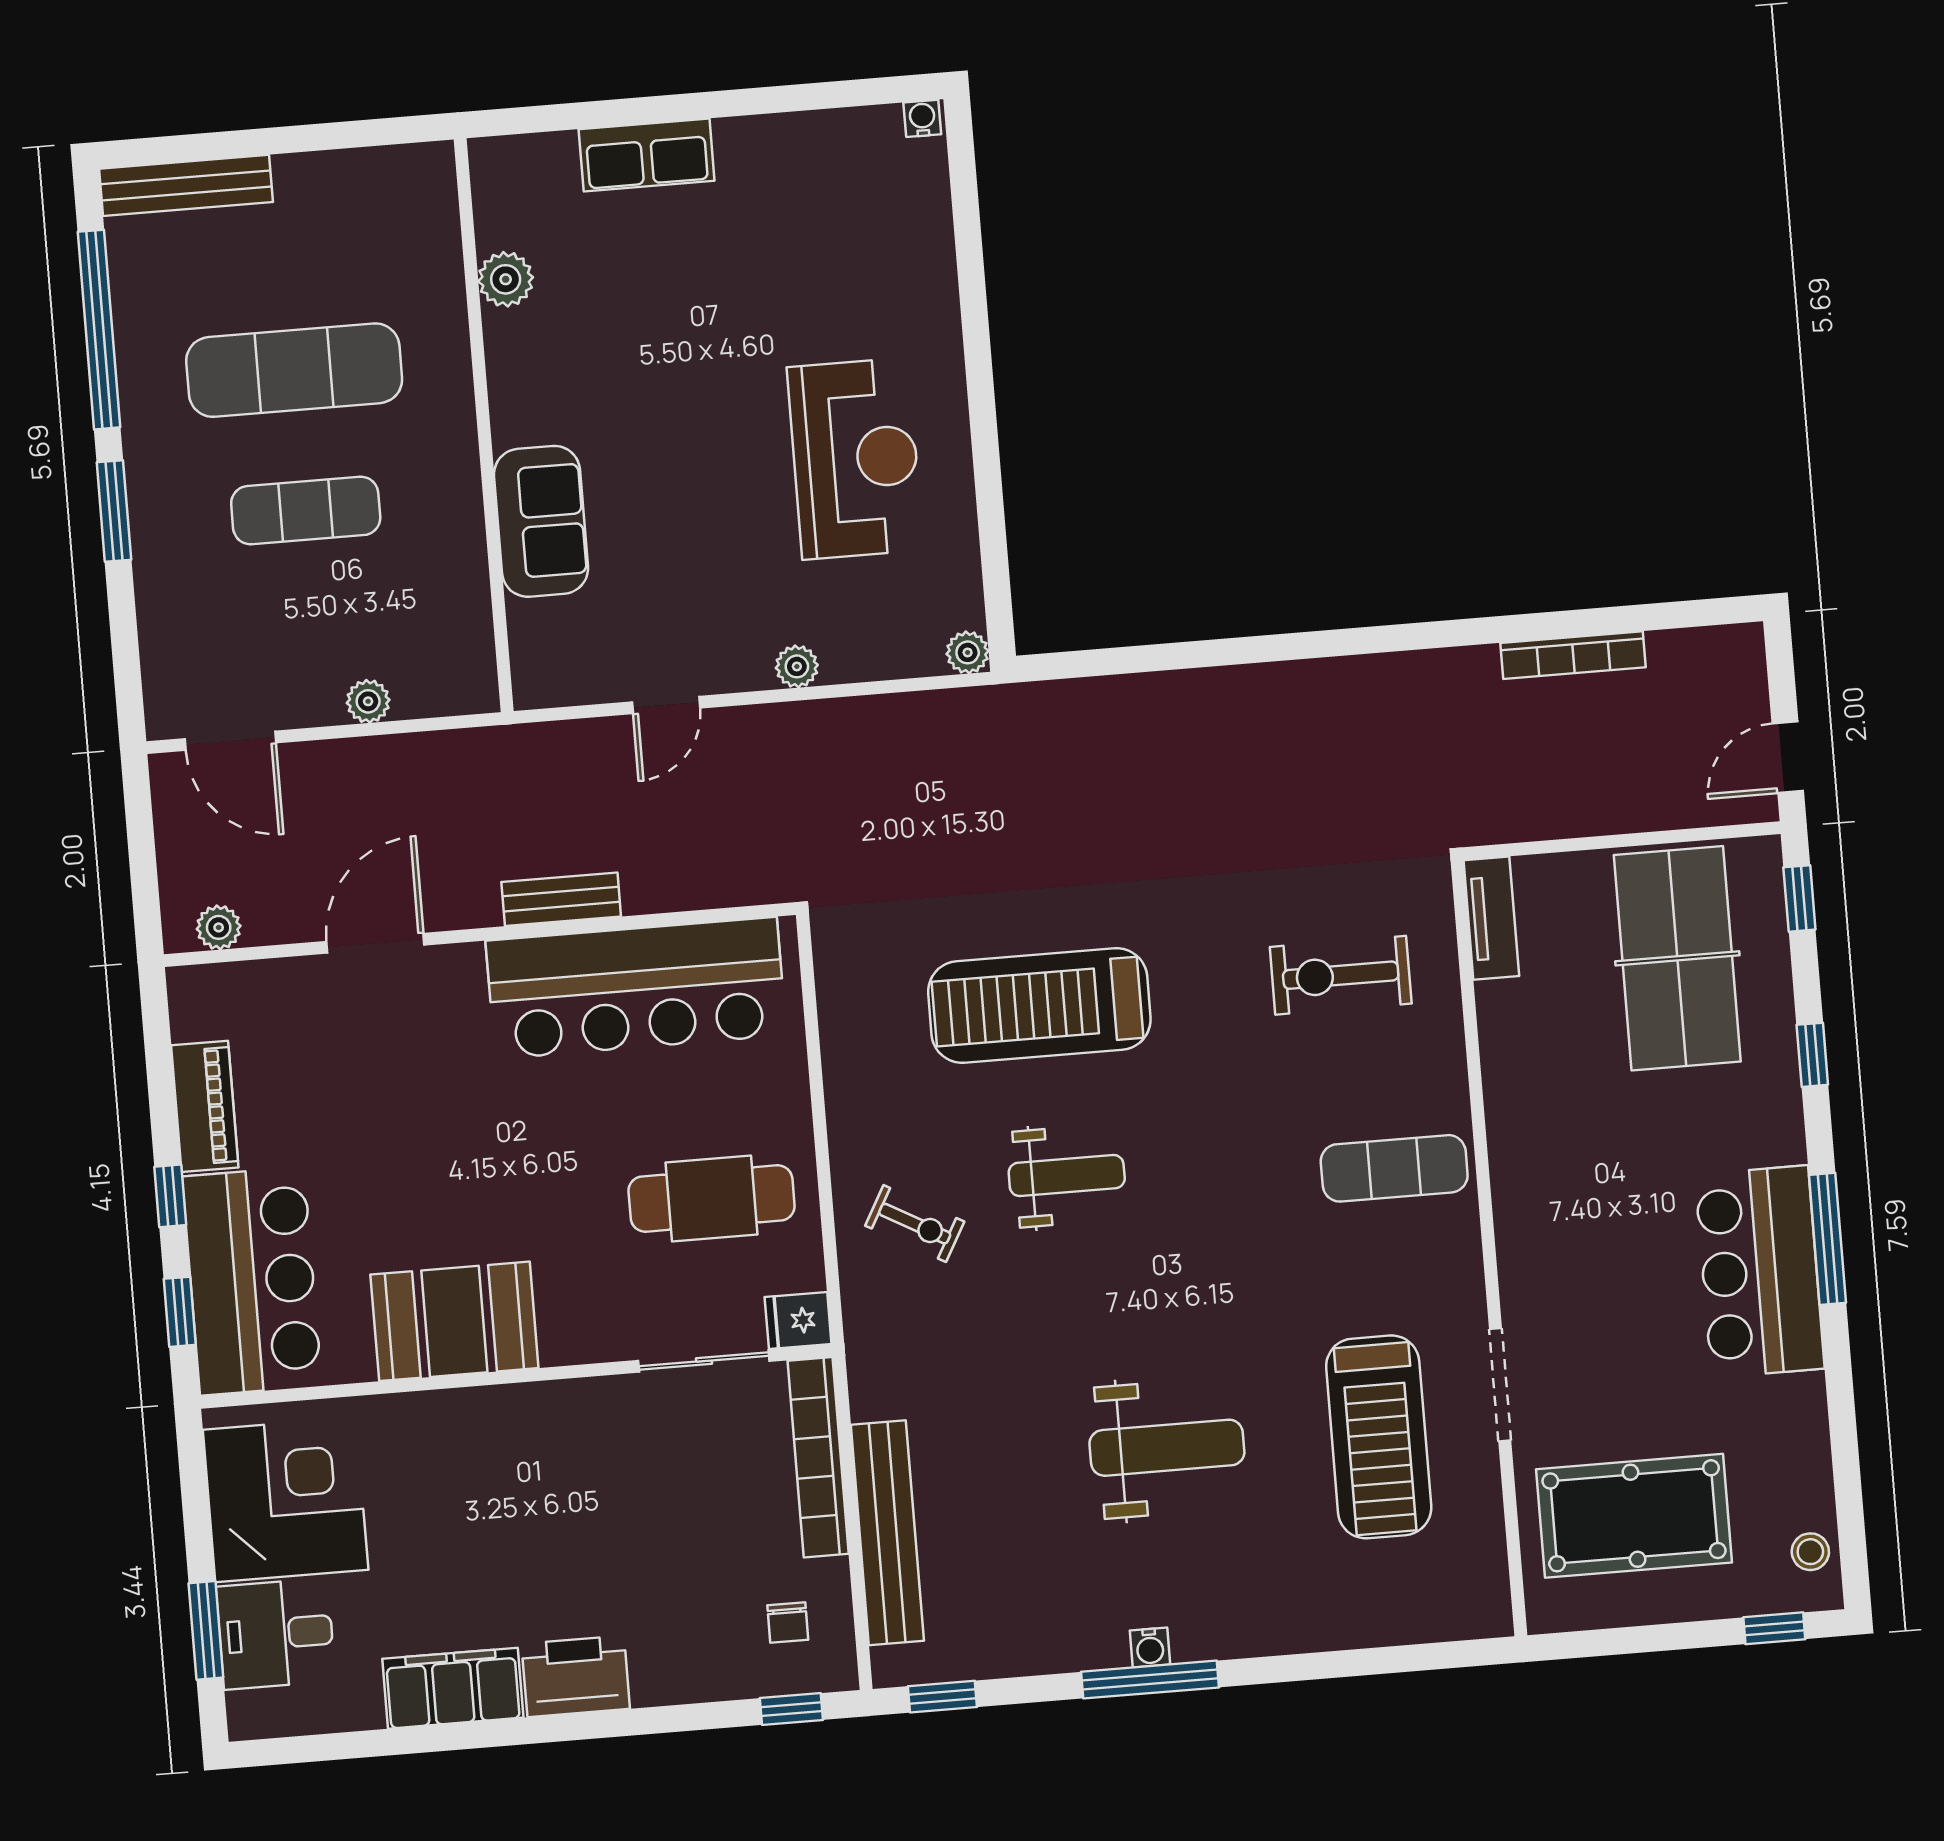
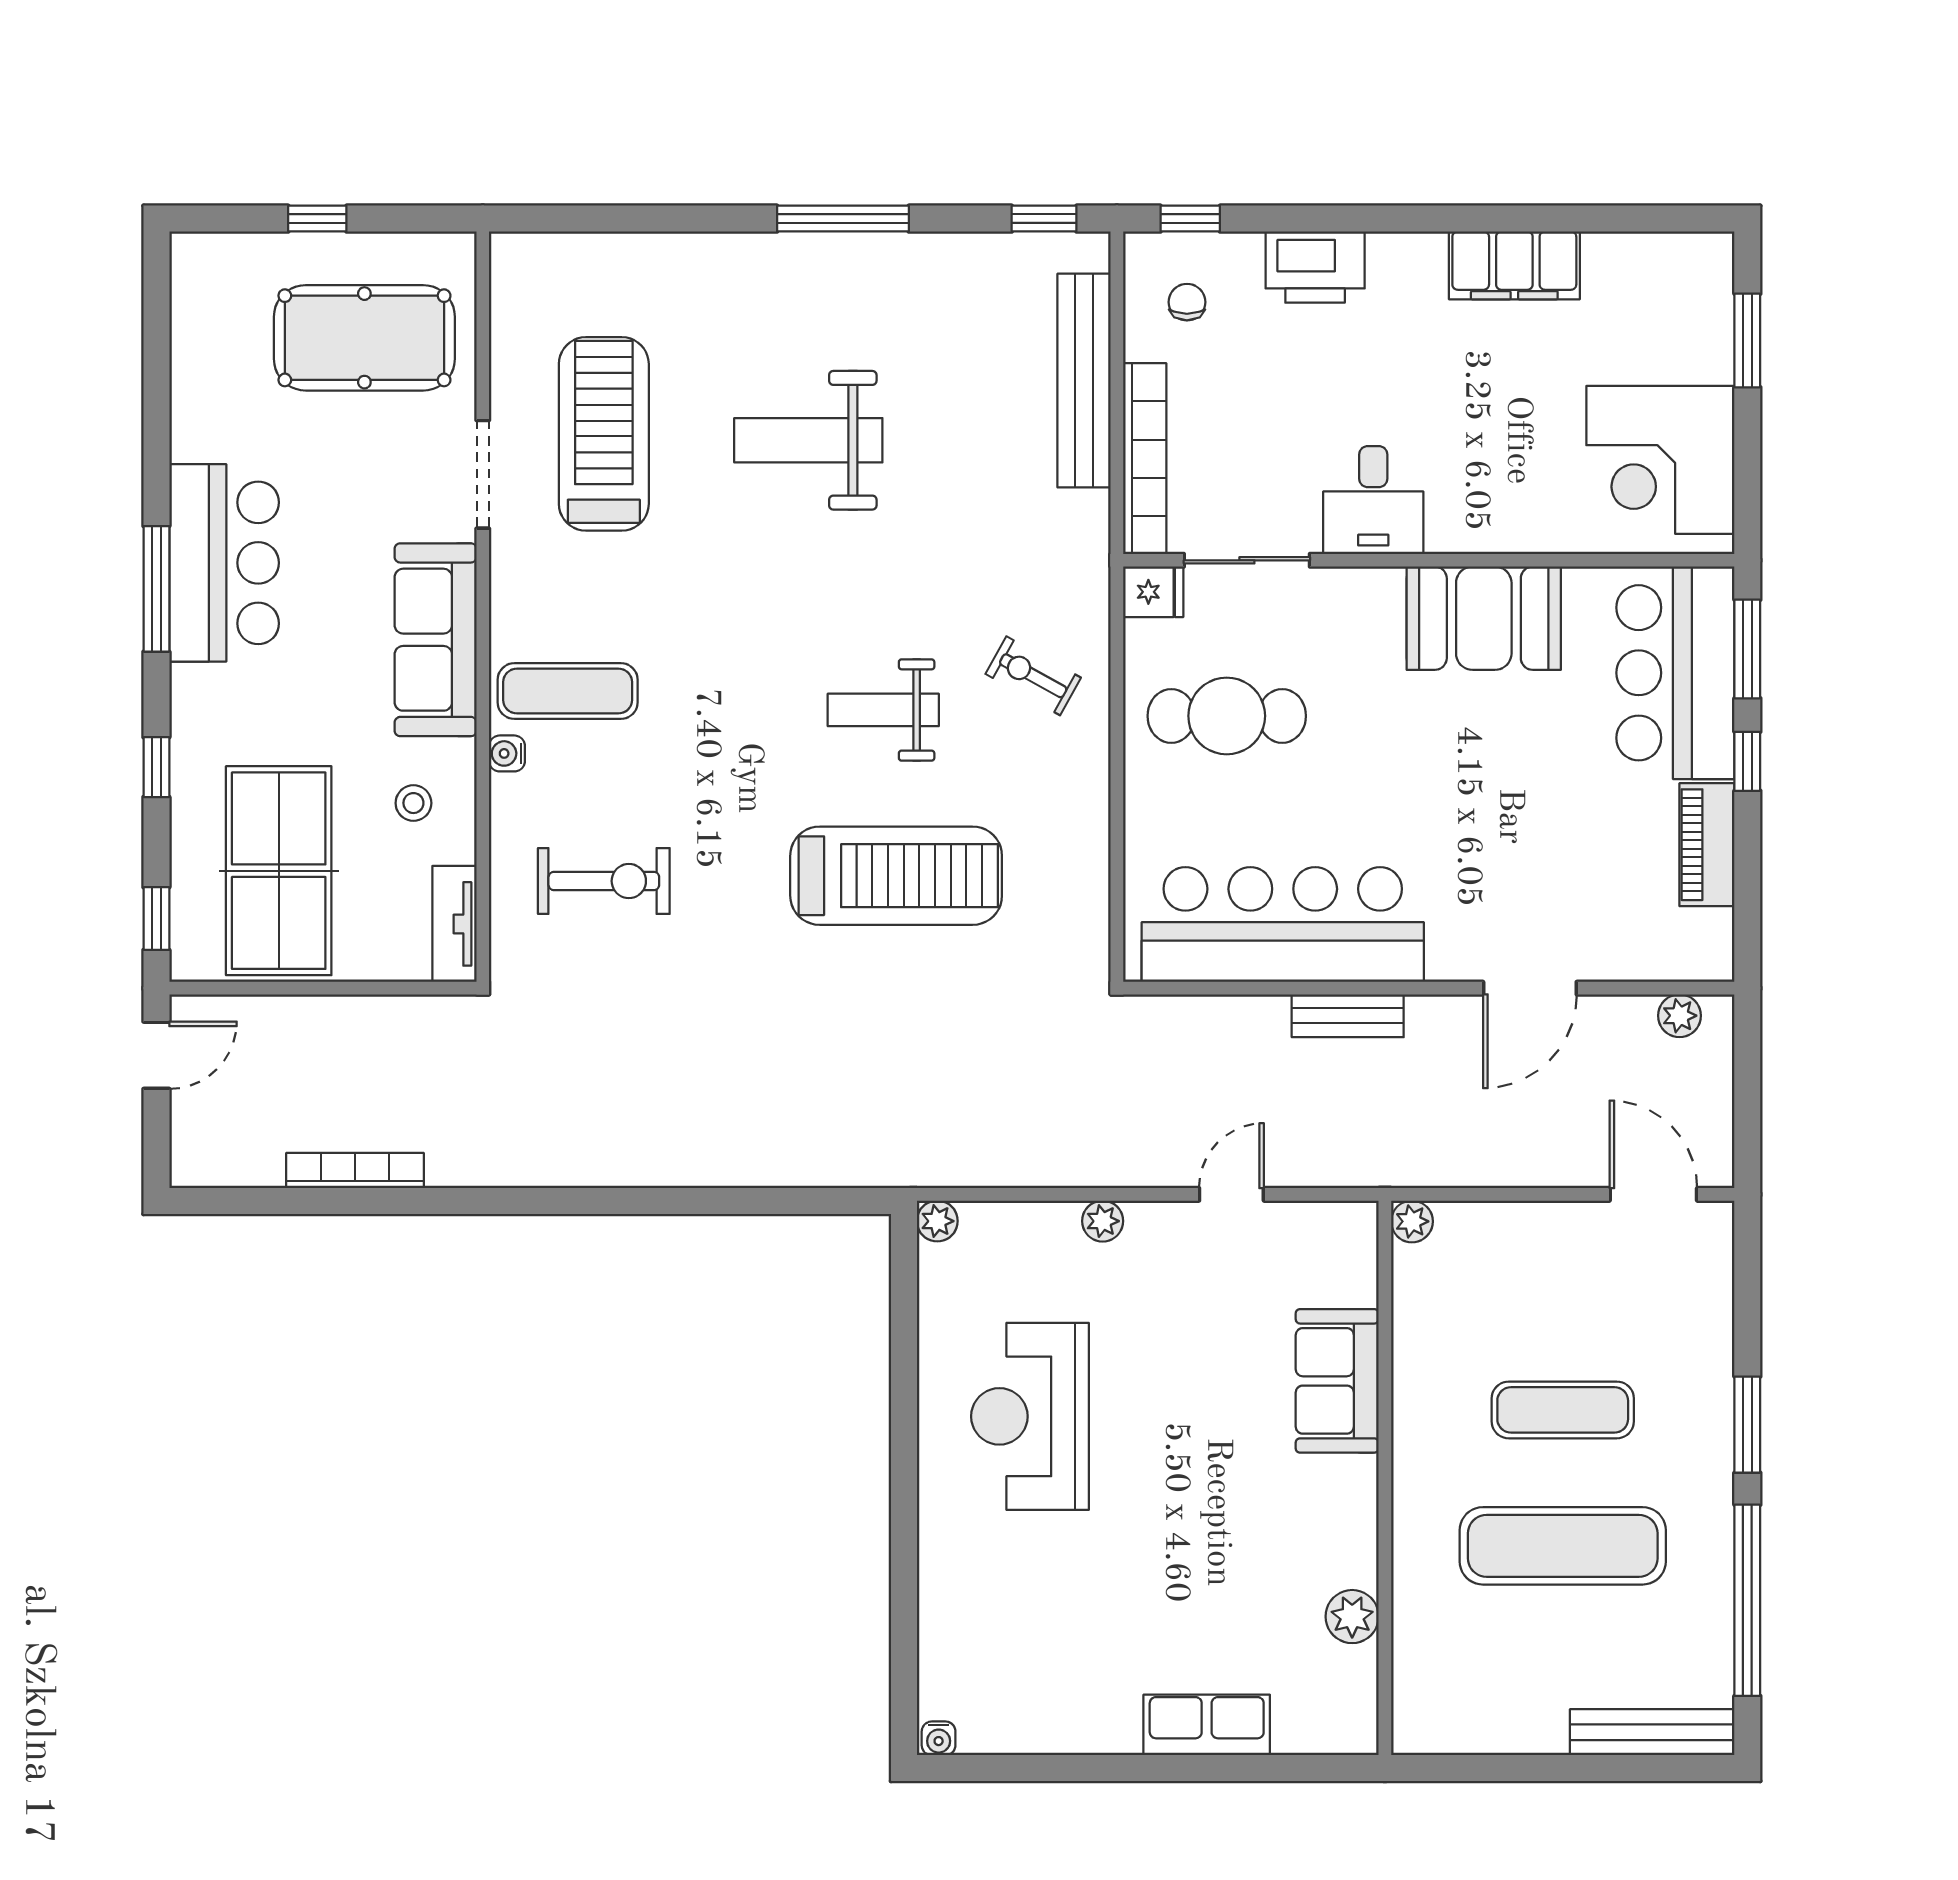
plant: (368, 701) -> (1412, 1221), moved
sofa: (1535, 1210) -> (436, 640), added
window: (180, 1312) -> (1747, 649), width x1.50
stool: (1810, 1552) -> (413, 803), moved
window: (1774, 1628) -> (317, 219), moved
desk: (276, 1634) -> (1373, 500), moved, turned 90
water cooler: (1150, 1647) -> (507, 753), moved, turned -90
printer: (576, 1676) -> (1315, 267), moved

